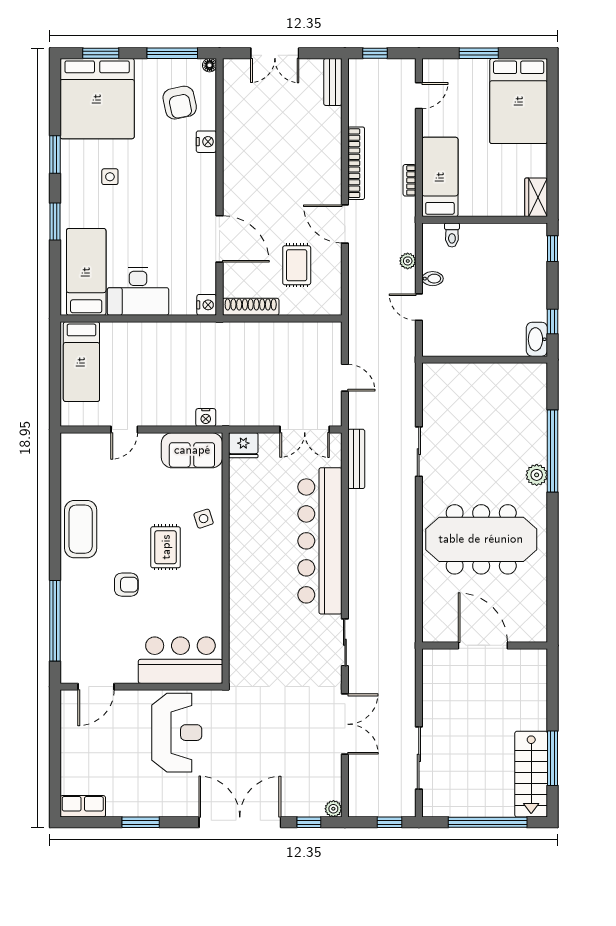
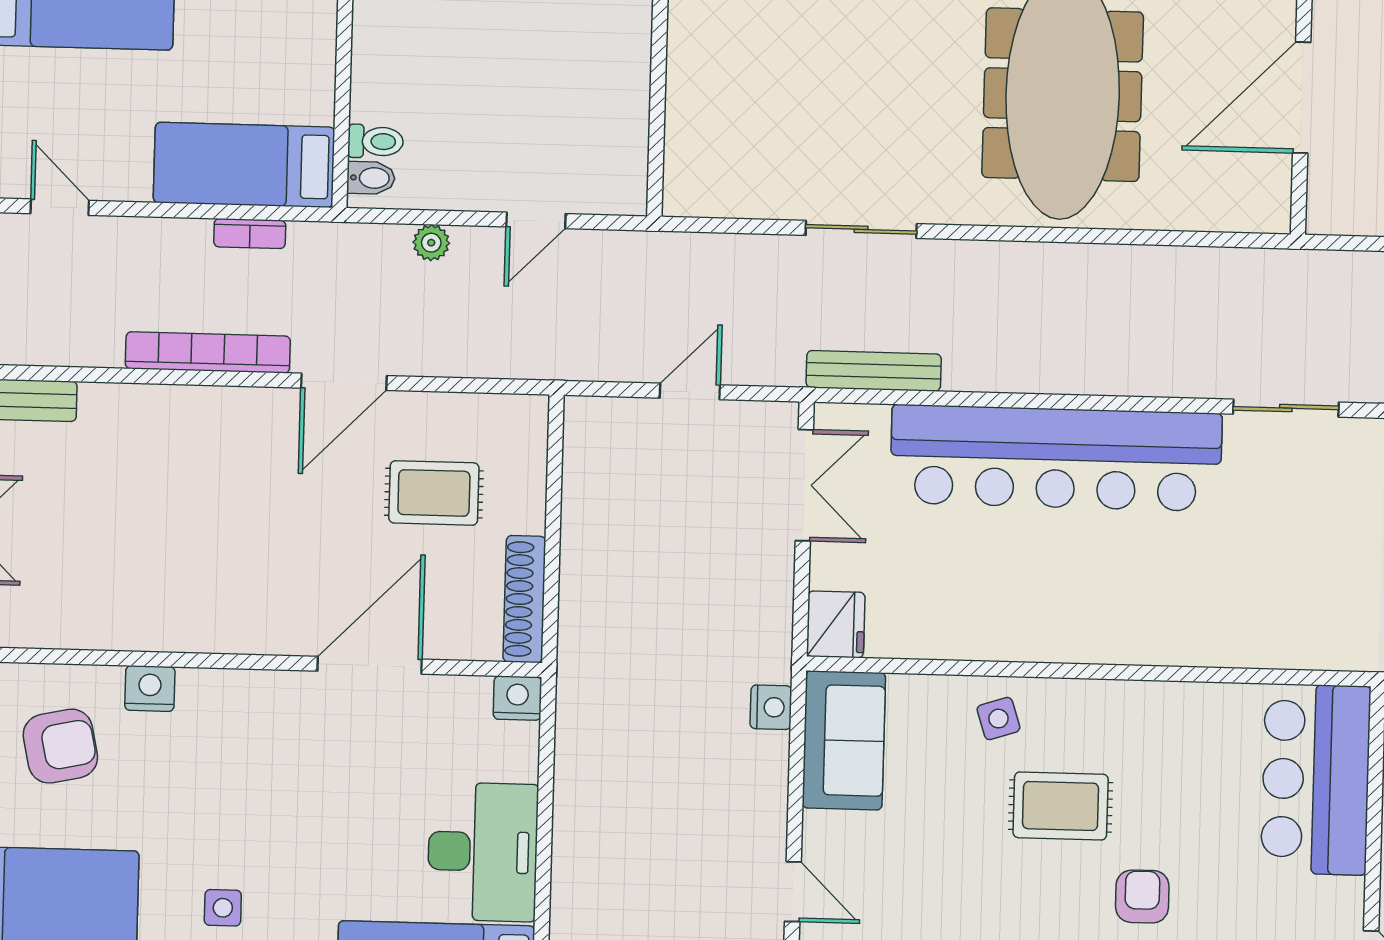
bidet: (433, 279) -> (371, 178), moved, turned 90

